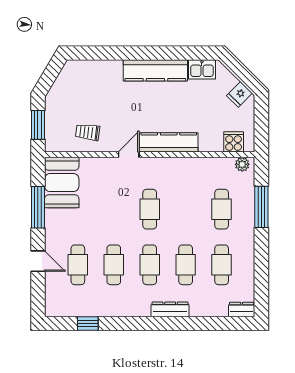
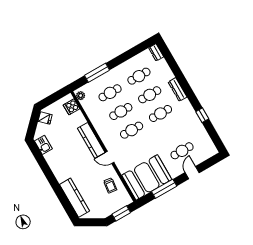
kitchen counter: (155, 70) -> (74, 198), moved
booth: (62, 183) -> (147, 177), width x1.36, depth x1.42
cafe table: (114, 265) -> (121, 111), moved
window: (88, 323) -> (202, 115), moved

